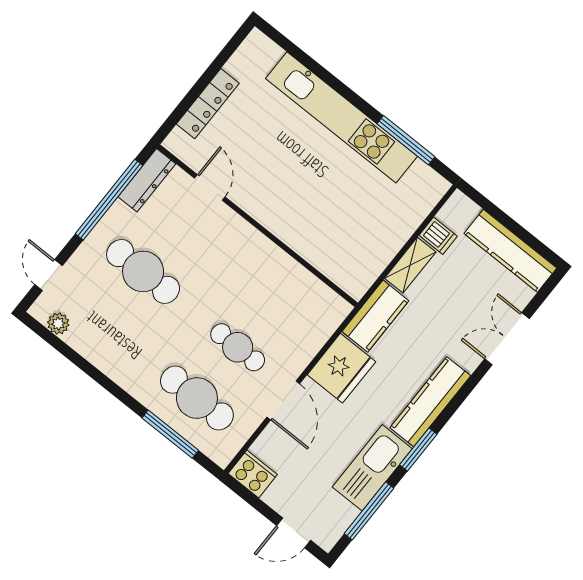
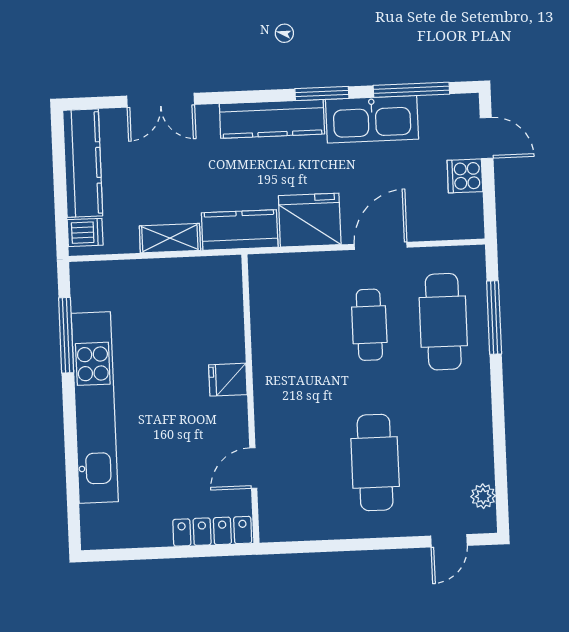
locker: (208, 104) -> (212, 531), moved
dresser: (147, 180) -> (294, 527), removed
window: (109, 200) -> (339, 545), removed
fridge: (283, 222) -> (228, 380), added
dishwasher: (438, 236) -> (85, 232), moved, turned 90
cooker: (253, 474) -> (465, 176), moved, width x0.73

